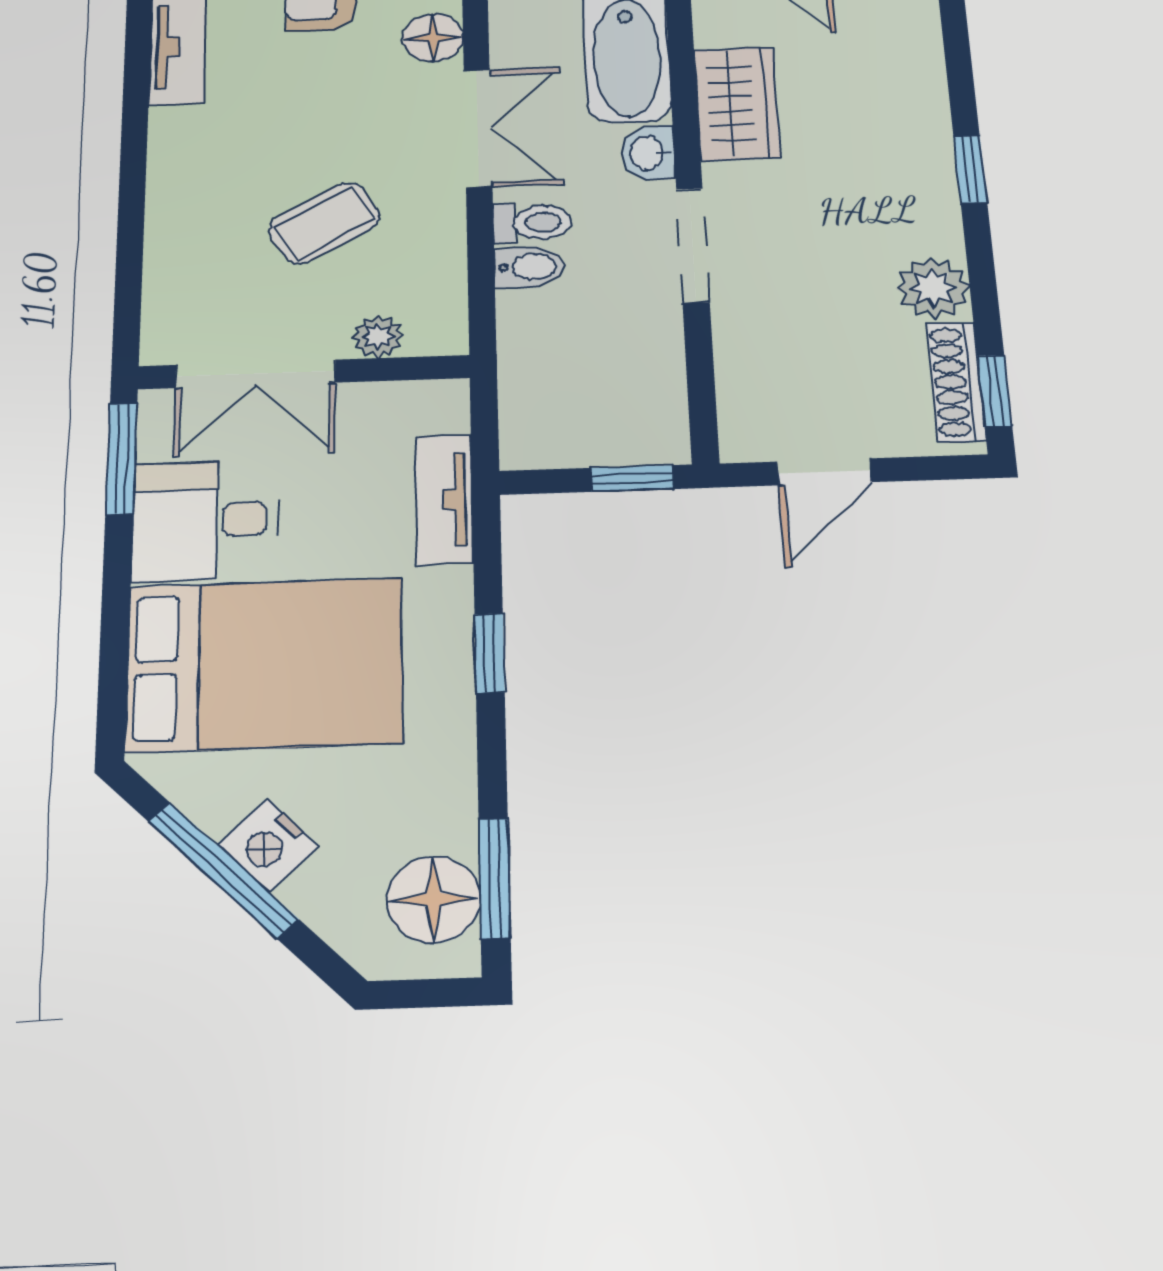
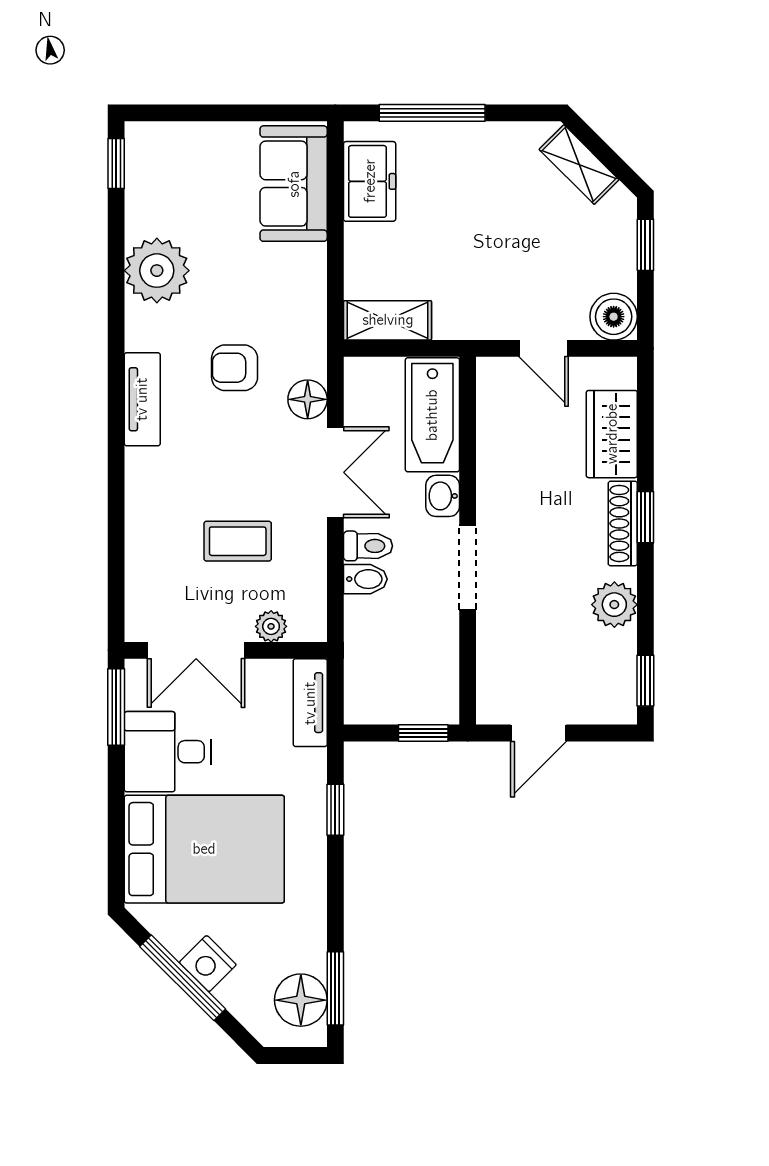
wardrobe: (737, 103) -> (612, 434), moved, turned 180
coffee table: (324, 223) -> (238, 541), turned 31
shoe rack: (956, 382) -> (623, 523), moved
tv unit: (444, 500) -> (310, 703), moved
window: (490, 653) -> (335, 810), moved

